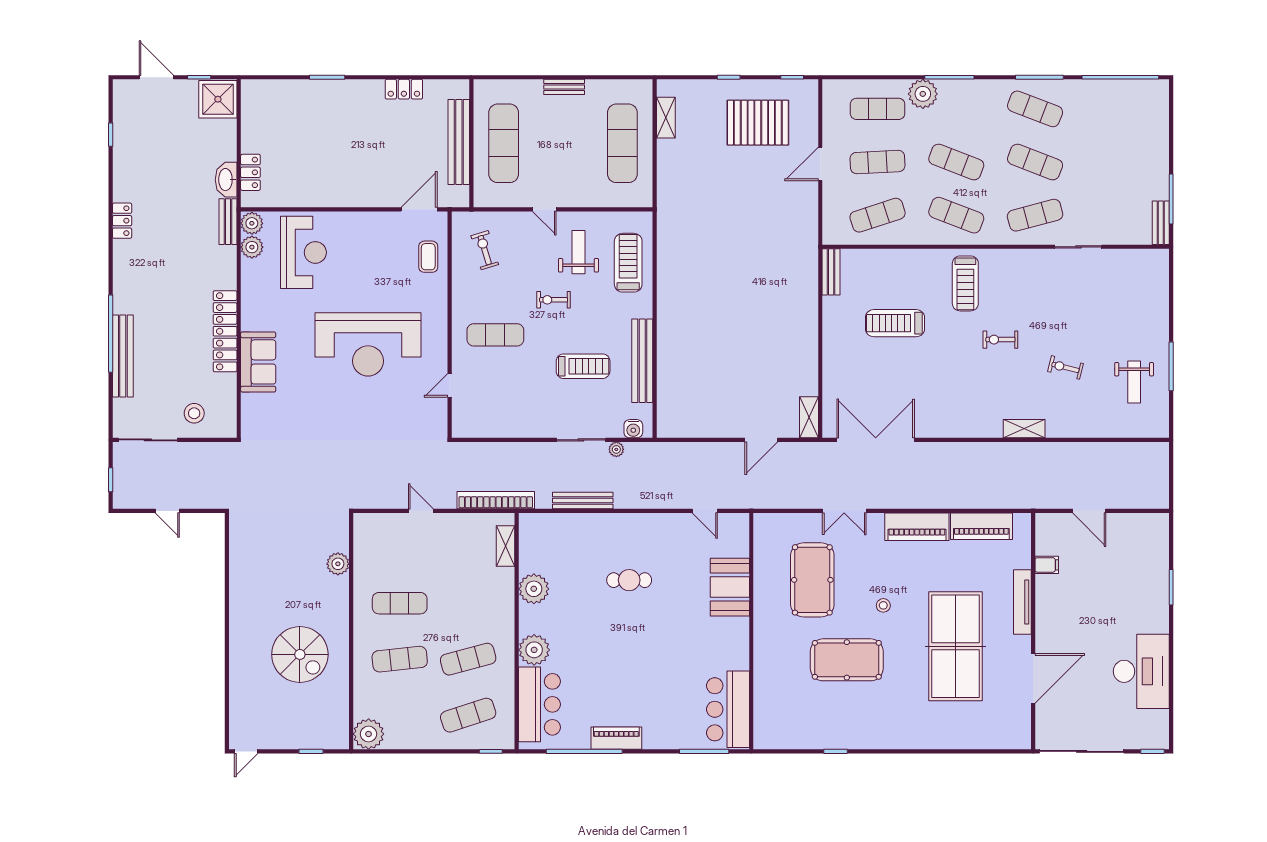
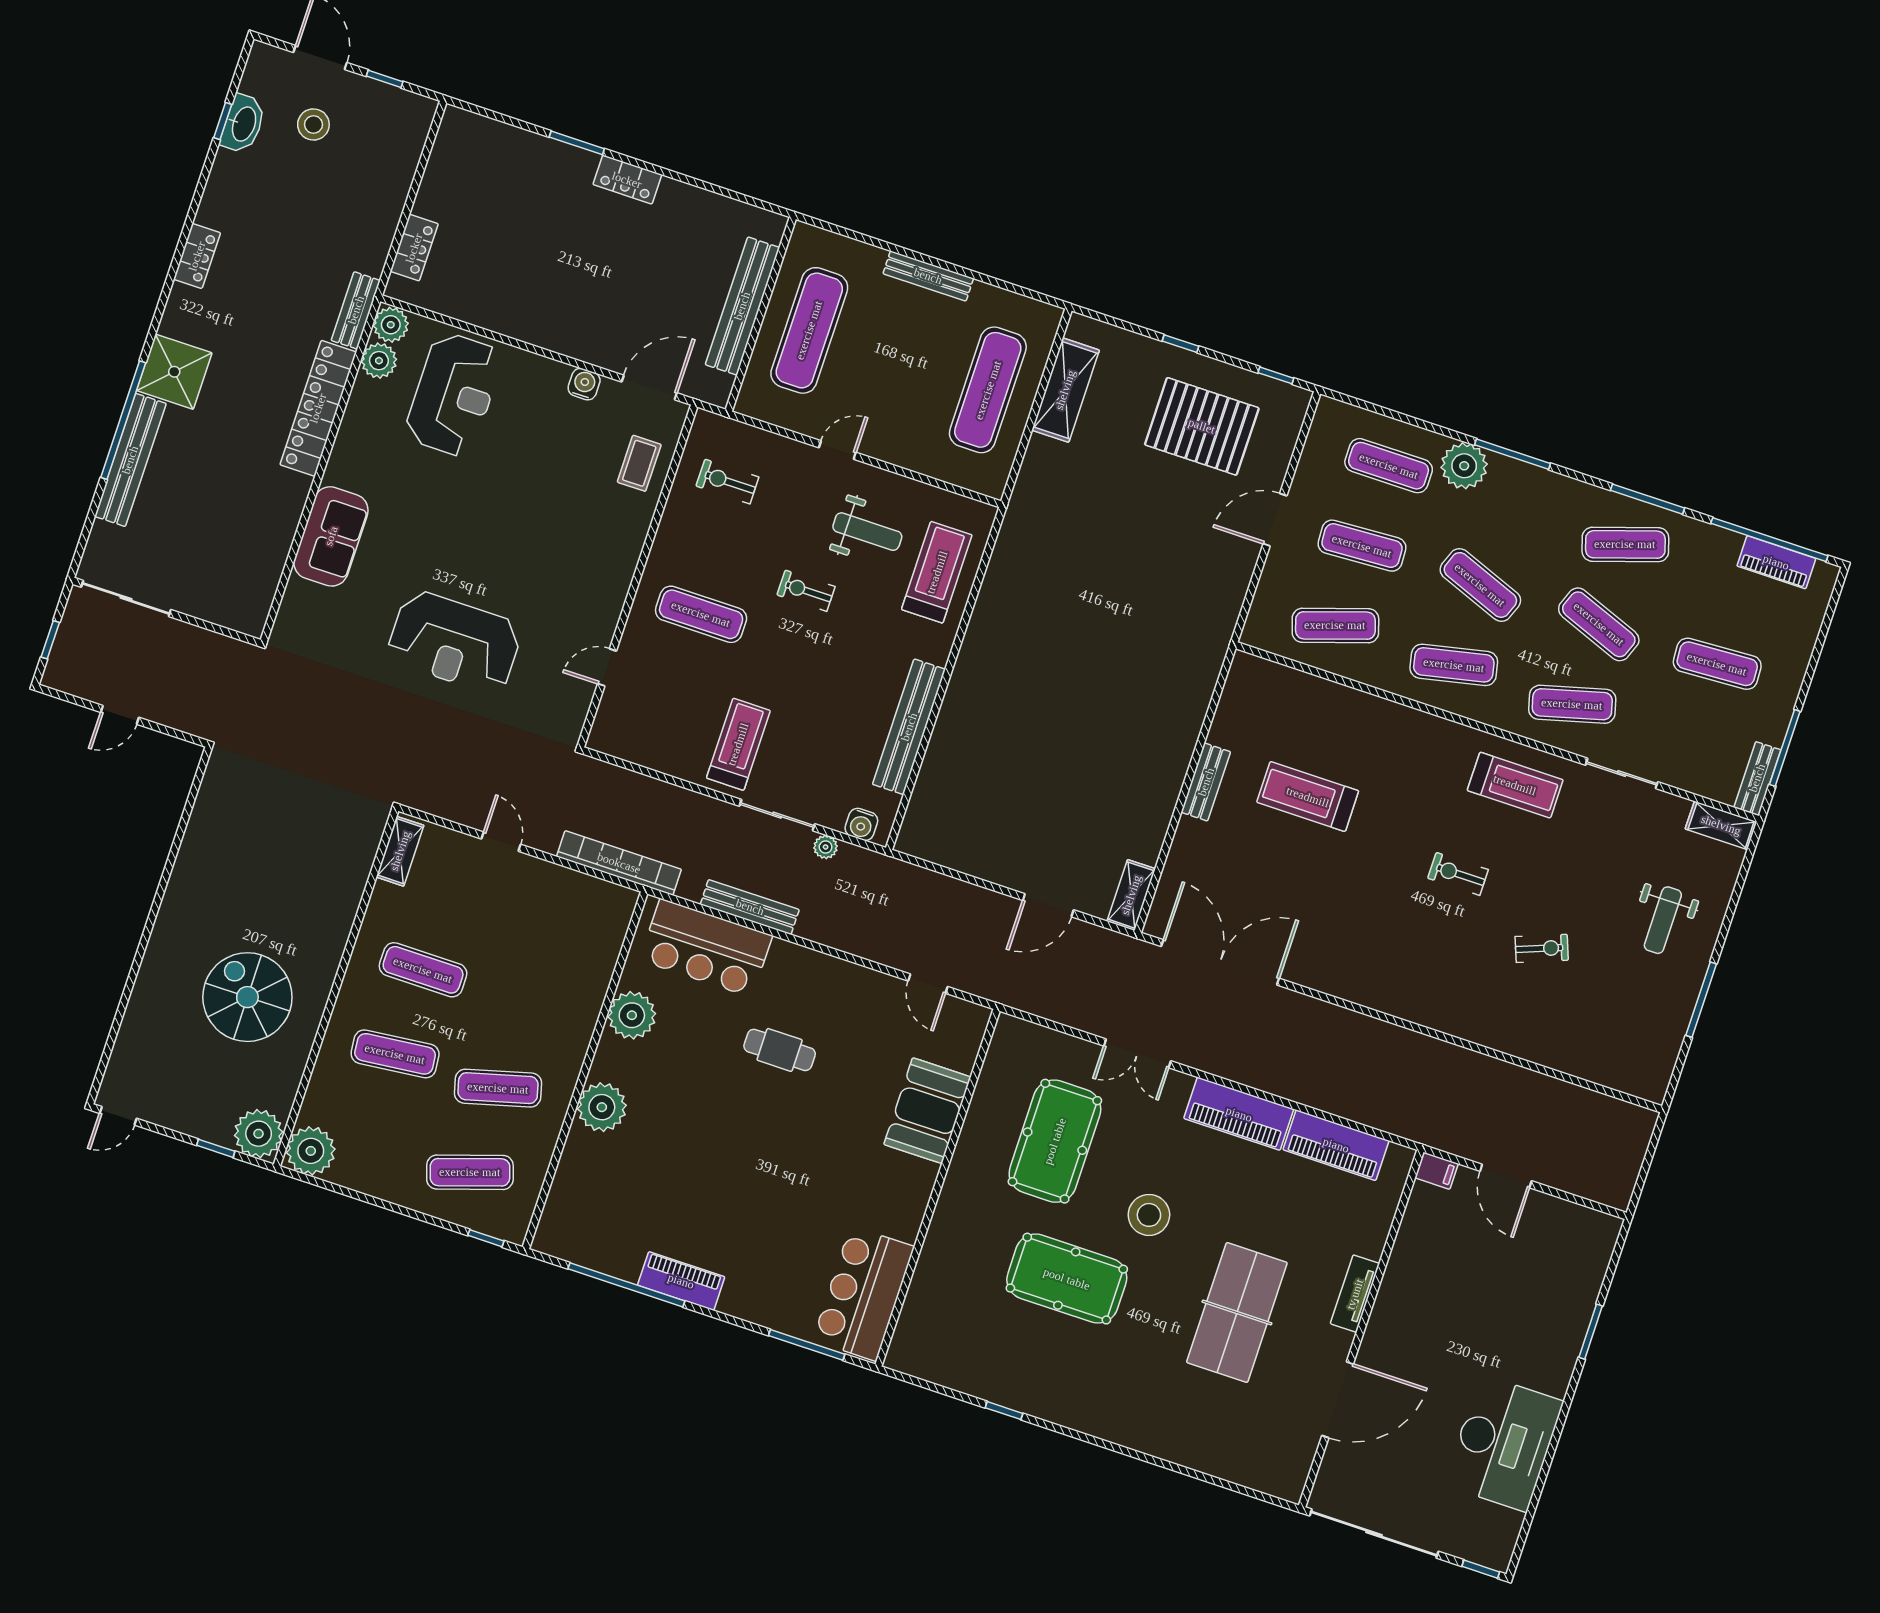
bench: (564, 87) -> (928, 276), width x1.36
locker: (404, 89) -> (627, 180), moved
piano: (1129, 89) -> (1776, 562), added
shower: (218, 99) -> (174, 372), moved
exercise mat: (1035, 109) -> (1625, 544), turned -39
shelving: (666, 118) -> (1065, 390), width x1.50, depth x1.33
exercise mat: (1114, 162) -> (1717, 664), added
washbasin: (226, 180) -> (243, 124), moved, turned 180
door: (544, 209) -> (837, 450), swing flipped
exercise mat: (956, 215) -> (1454, 665), turned -33
water cooler: (379, 220) -> (584, 384), added
exercise bike: (485, 250) -> (727, 482), turned -73
weight bench: (578, 252) -> (867, 532), turned 90
bench: (831, 272) -> (1206, 782), moved
treadmill: (965, 283) -> (1515, 785), moved, turned -90
locker: (225, 331) -> (318, 408), moved
reception desk: (368, 344) -> (454, 642), moved, width x0.74, depth x0.77
treadmill: (583, 366) -> (738, 744), moved, turned -90
exercise bike: (1065, 367) -> (1542, 948), turned 145
weight bench: (1134, 382) -> (1663, 920), moved
stool: (194, 413) -> (313, 124), moved
shelving: (1024, 429) -> (1721, 825), moved
door: (167, 511) -> (120, 715), hinge flipped
shelving: (506, 546) -> (400, 851), moved
plant: (338, 564) -> (259, 1134), moved, width x1.36, depth x1.36
filing cabinet: (1047, 565) -> (1436, 1171), moved
tv unit: (1022, 602) -> (1355, 1294), width x0.71
stool: (883, 605) -> (1149, 1215), width x1.89, depth x1.89
table tennis table: (955, 646) -> (1237, 1313), width x0.73, depth x0.76
spiral stairs: (300, 654) -> (247, 997), turned 180
bar counter: (539, 704) -> (706, 948), moved, turned 90

